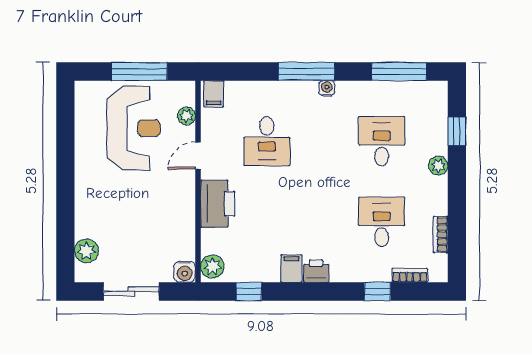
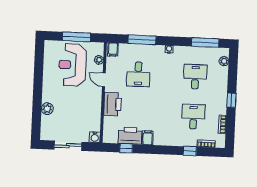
window: (307, 71) -> (142, 40), moved
reception desk: (134, 128) -> (72, 65), turned 180
window: (457, 131) -> (231, 100), moved
door: (198, 156) -> (104, 80), hinge flipped
plant: (438, 166) -> (224, 61), moved
plant: (86, 251) -> (47, 109), moved
plant: (212, 267) -> (109, 135), removed
printer: (316, 271) -> (130, 136), moved, width x1.87, depth x1.48

